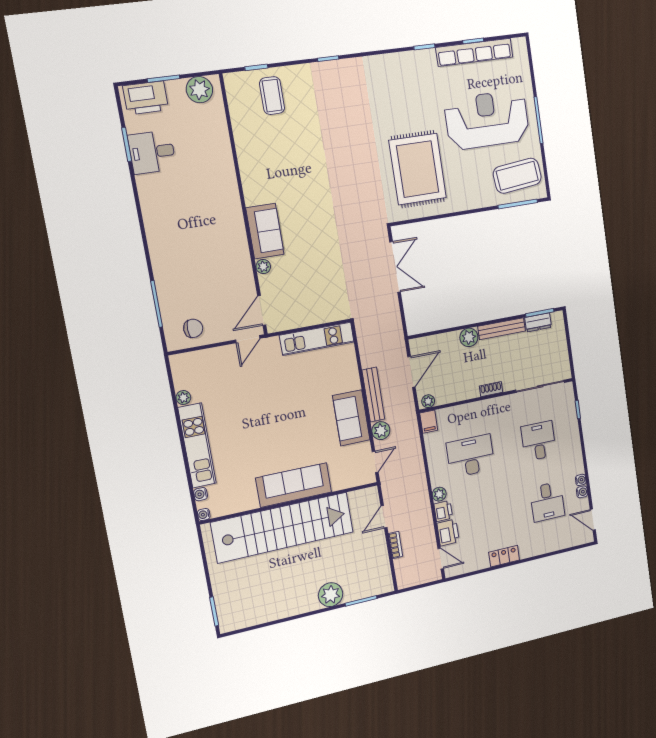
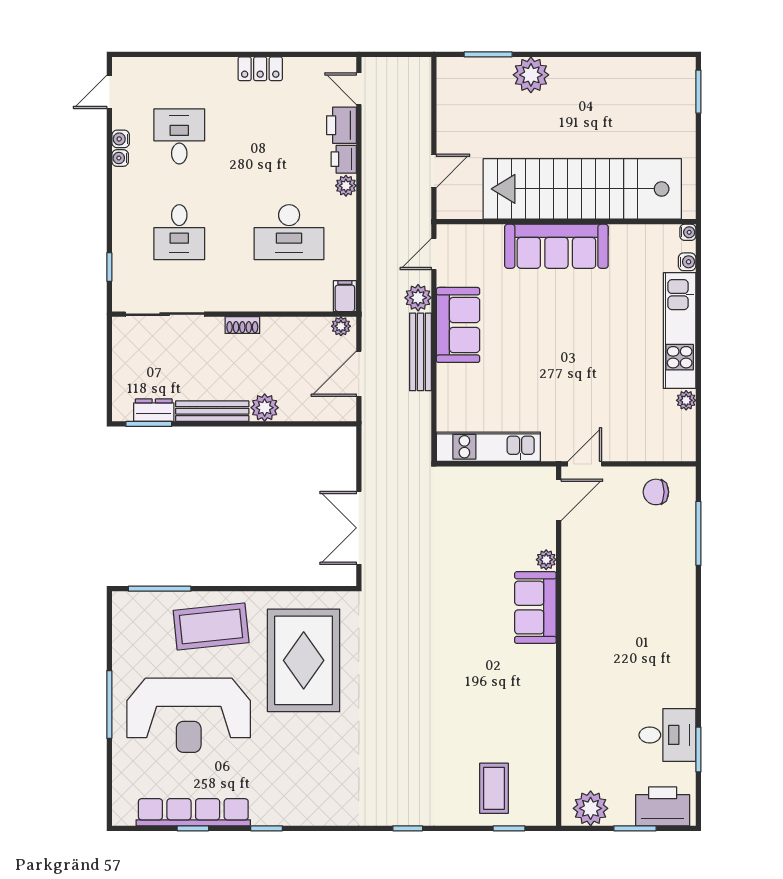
coffee table: (517, 176) -> (211, 626), moved
door: (593, 520) -> (109, 92), swing flipped
bookcase: (396, 545) -> (424, 125), removed

